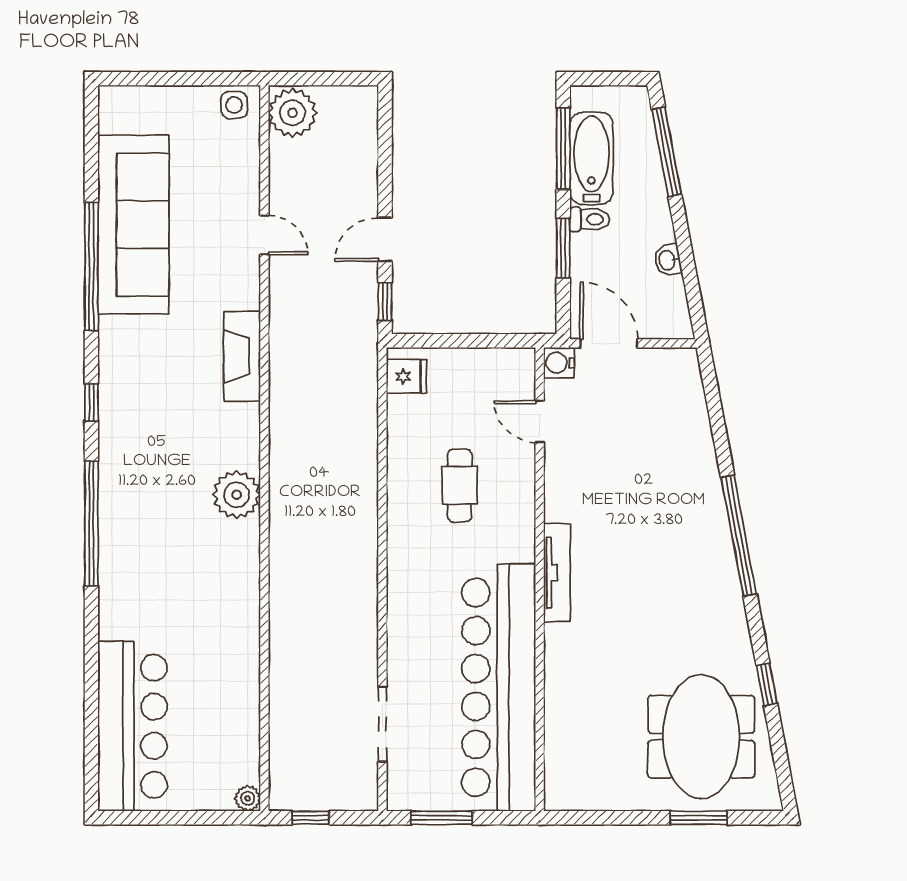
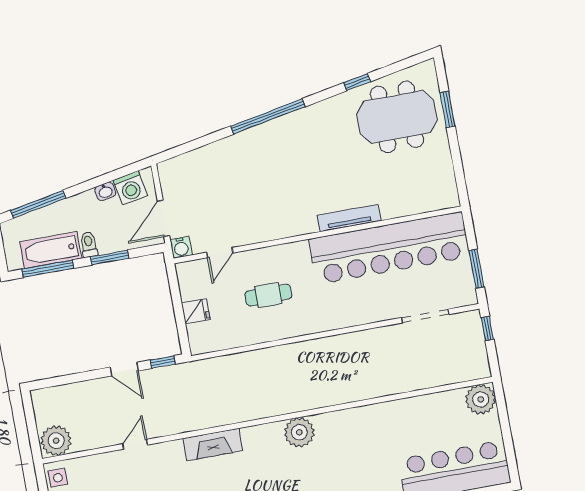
washing machine: (666, 300) -> (130, 188), added
fridge: (406, 376) -> (196, 311), moved, turned 90
tv unit: (557, 573) -> (349, 218), moved
plant: (248, 798) -> (481, 399), width x1.88, depth x1.88
window: (311, 818) -> (487, 328), moved

